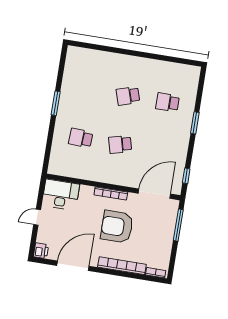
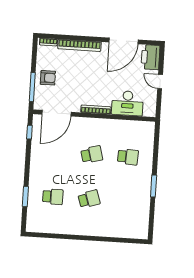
window: (195, 123) -> (25, 197), moved
desk: (61, 195) -> (127, 103), moved
door: (37, 217) -> (160, 82), swing flipped
armchair: (117, 227) -> (48, 78), moved, width x0.53, depth x0.53
printer: (41, 251) -> (150, 57), width x1.87, depth x1.48

